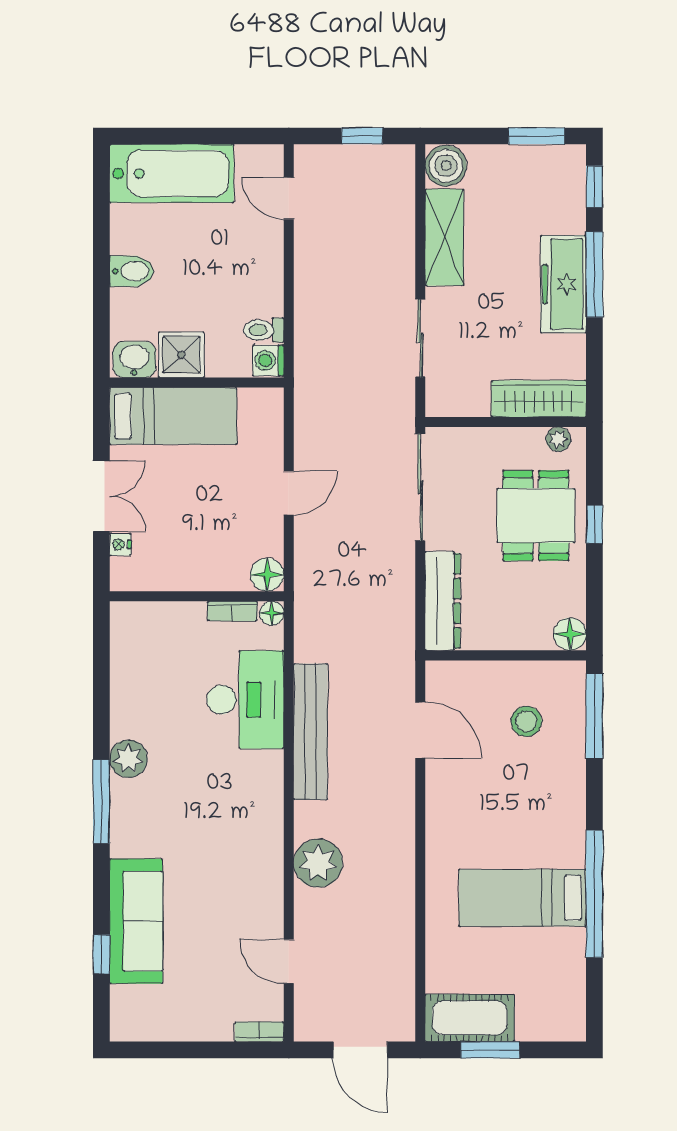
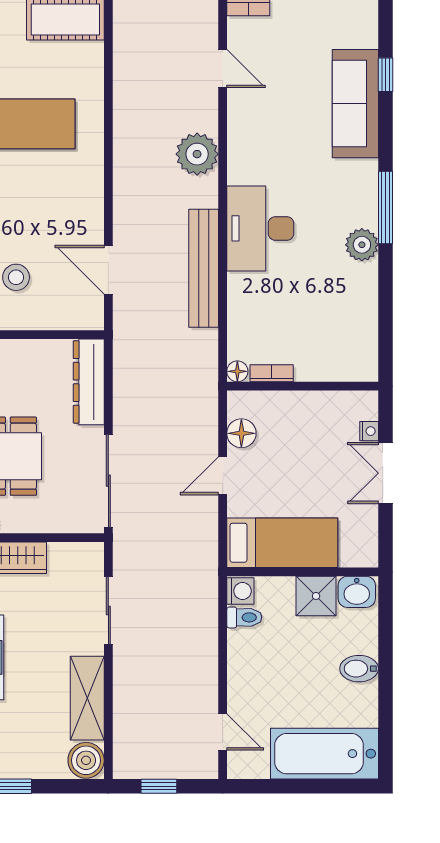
bed: (173, 416) -> (282, 543), moved, turned 180
floor lamp: (267, 575) -> (241, 433), moved
desk: (245, 700) -> (260, 228), moved

